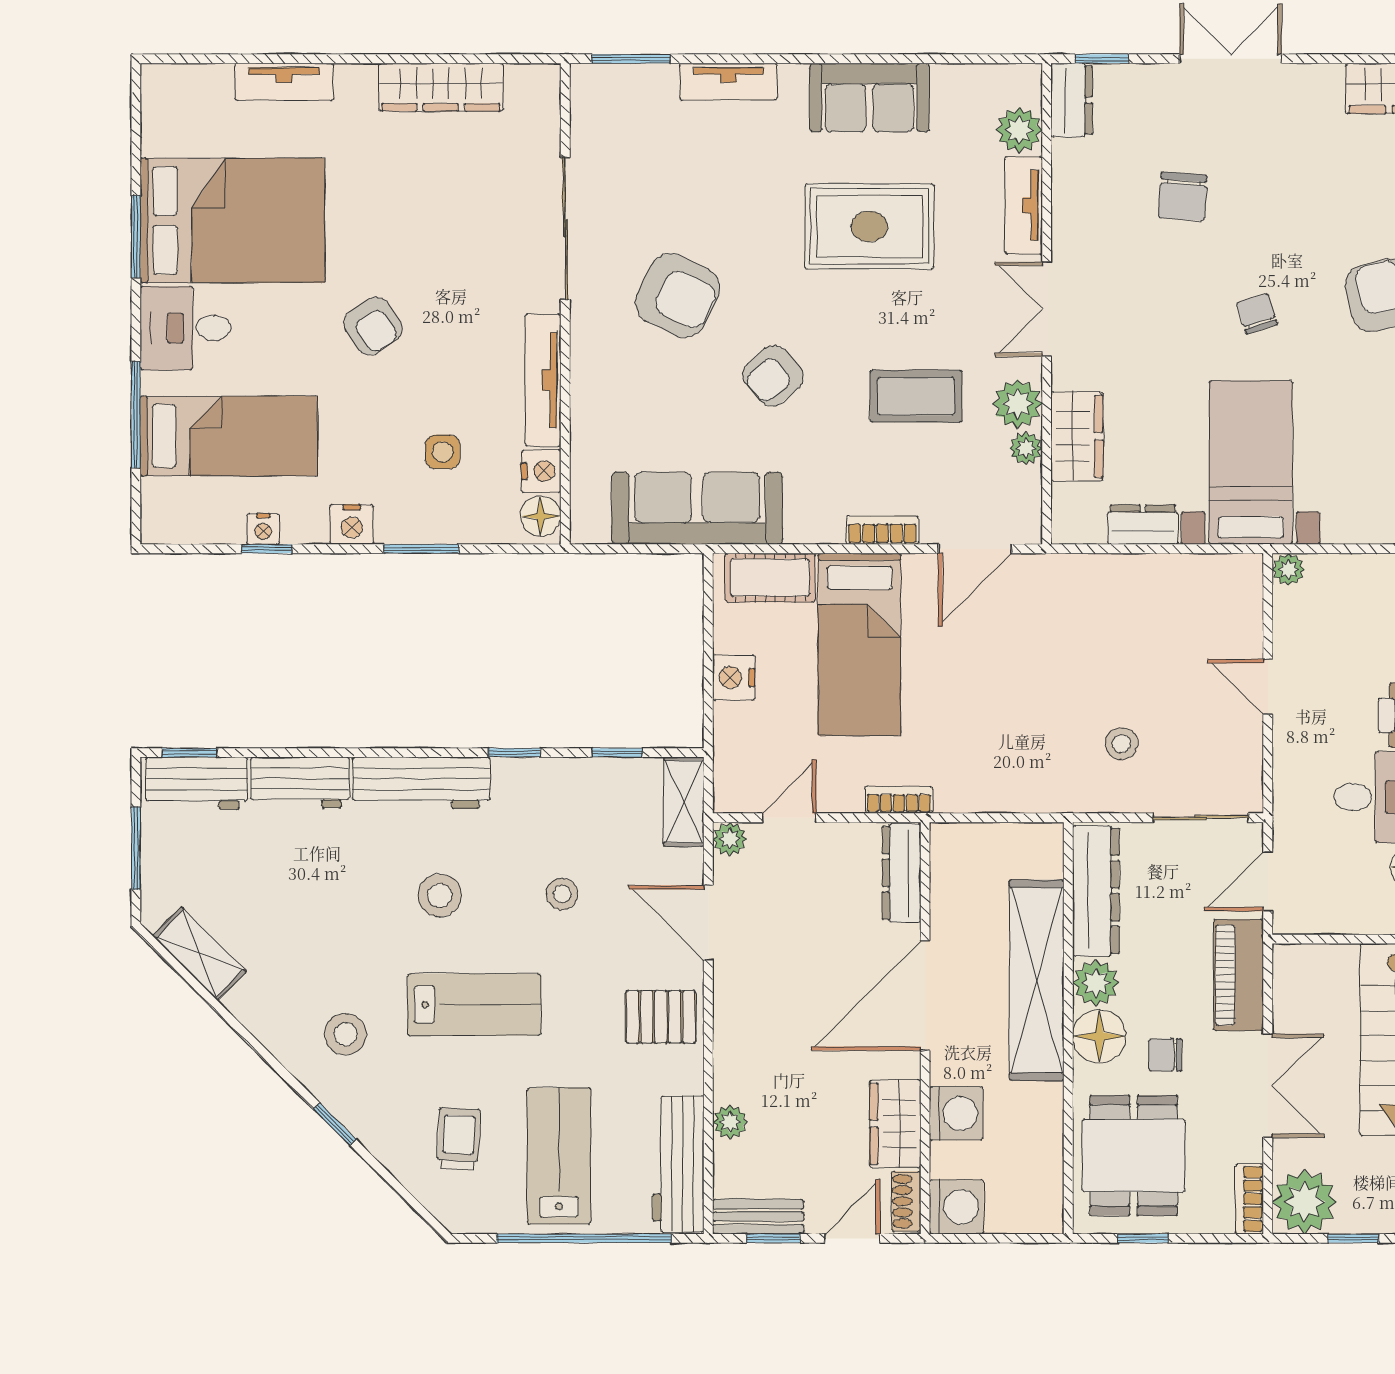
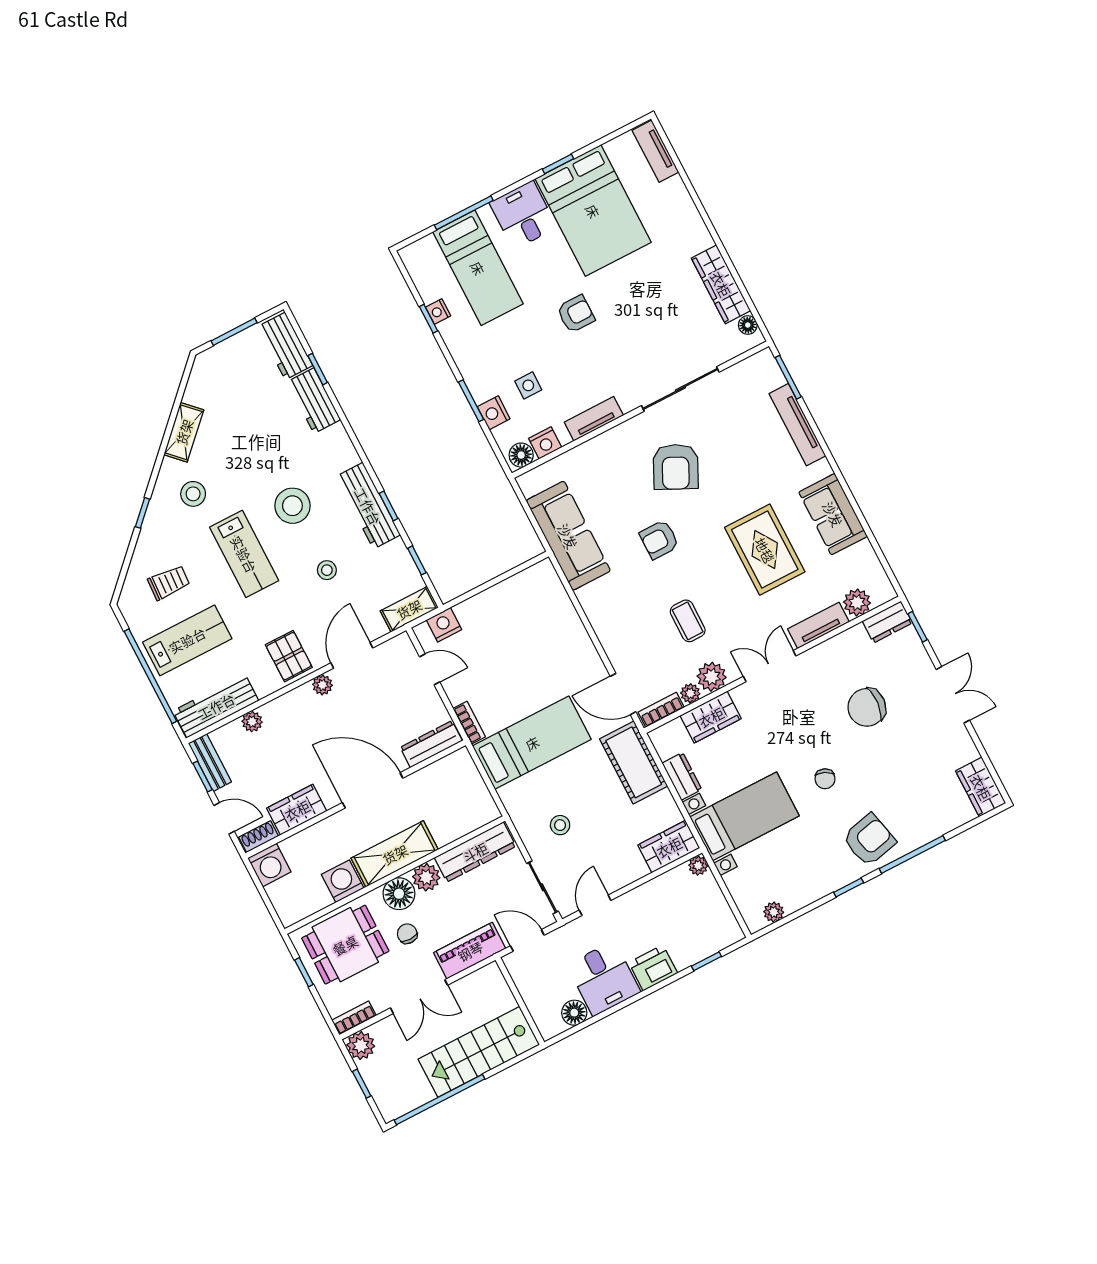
floor lamp: (522, 79) -> (748, 325), added
tv unit: (284, 82) -> (655, 151), moved
tv unit: (728, 82) -> (797, 425), width x1.41
chair: (1183, 196) -> (867, 707), width x1.37, depth x1.37
window: (136, 237) -> (558, 164), width x0.67
chair: (1257, 314) -> (825, 779), turned 132
armchair: (373, 326) -> (576, 314), turned -146
armchair: (773, 376) -> (659, 540), turned -49
tv unit: (543, 380) -> (594, 419), width x0.71
coffee table: (916, 396) -> (688, 621), width x0.73, depth x0.77
nightstand: (352, 524) -> (494, 413), moved
bookcase: (882, 530) -> (661, 710), moved, turned -90
cot: (770, 578) -> (634, 762), moved, width x1.37, depth x1.34
wardrobe: (1237, 598) -> (669, 847), added
bed: (859, 644) -> (532, 743), moved, turned 180
nightstand: (734, 677) -> (444, 625), moved
door: (1268, 687) -> (595, 905), moved
window: (190, 753) -> (318, 369), moved
workbench: (421, 783) -> (368, 506), moved
plant: (730, 839) -> (322, 685), moved
stool: (440, 895) -> (292, 506), width x1.38, depth x1.38
shelving: (200, 954) -> (184, 432), moved
shelving: (1037, 980) -> (395, 854), width x0.68
washing machine: (956, 1113) -> (343, 881), moved, turned 180
plant: (1304, 1202) -> (361, 1046), width x0.73, depth x0.73

